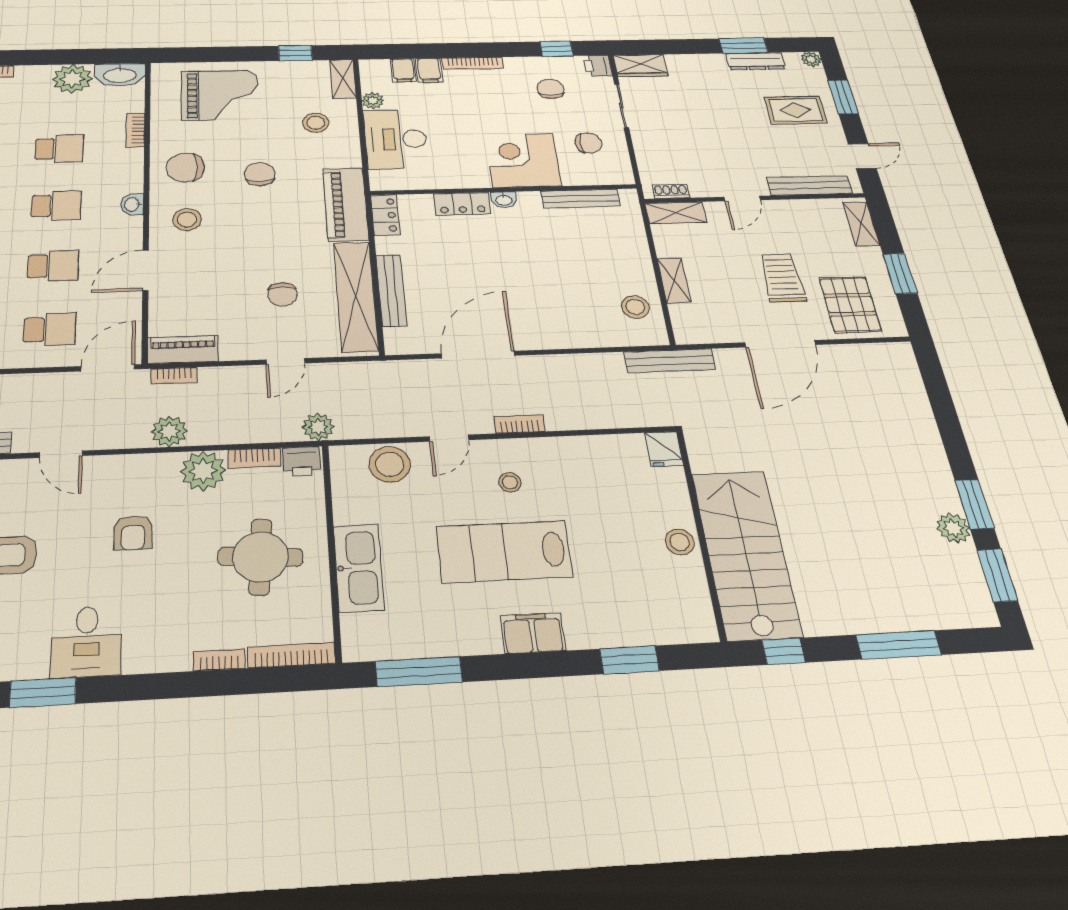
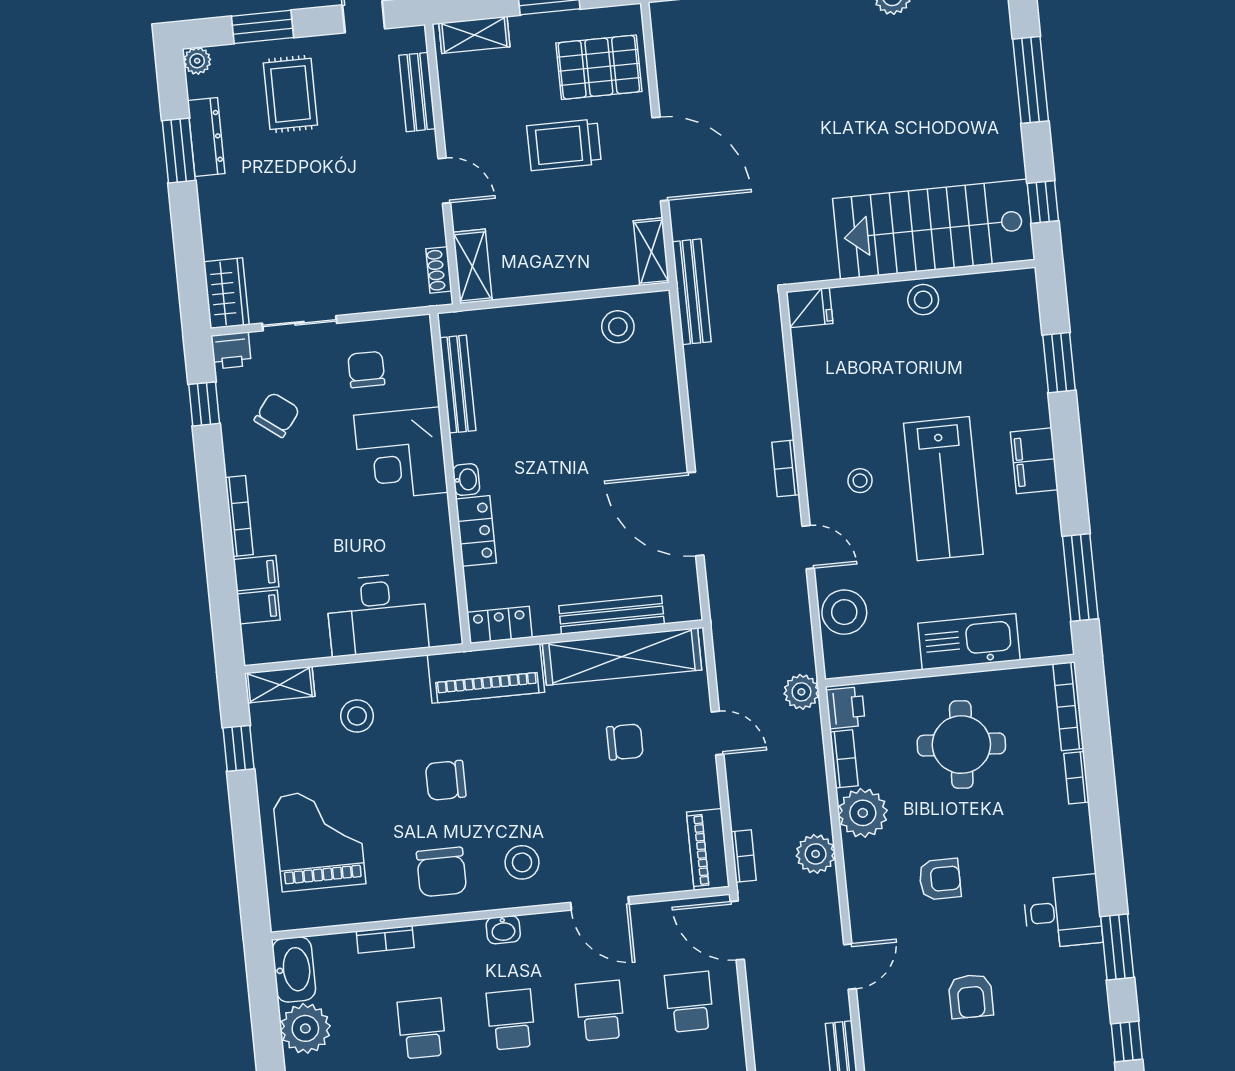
chair: (550, 89) -> (277, 415), turned 127
plant: (373, 101) -> (314, 645), removed
bench: (810, 185) -> (417, 92), width x0.73
shelving: (674, 280) -> (651, 252), moved, turned 90

